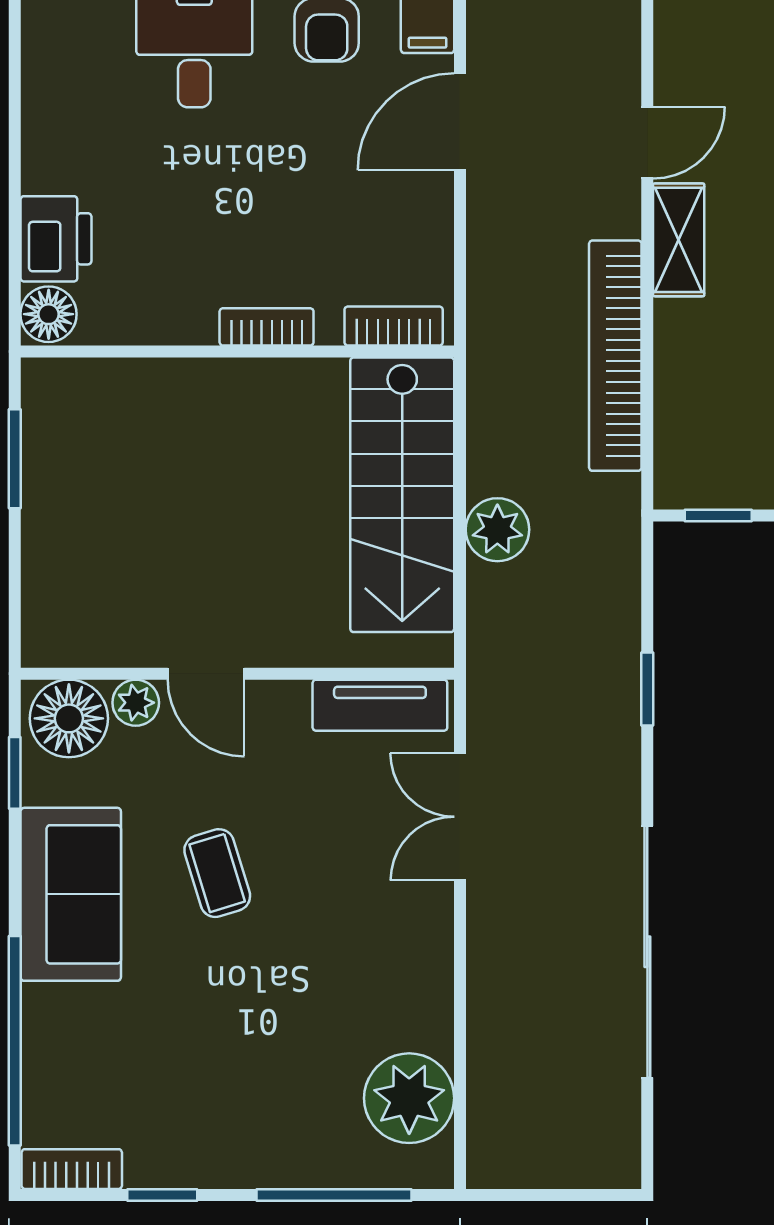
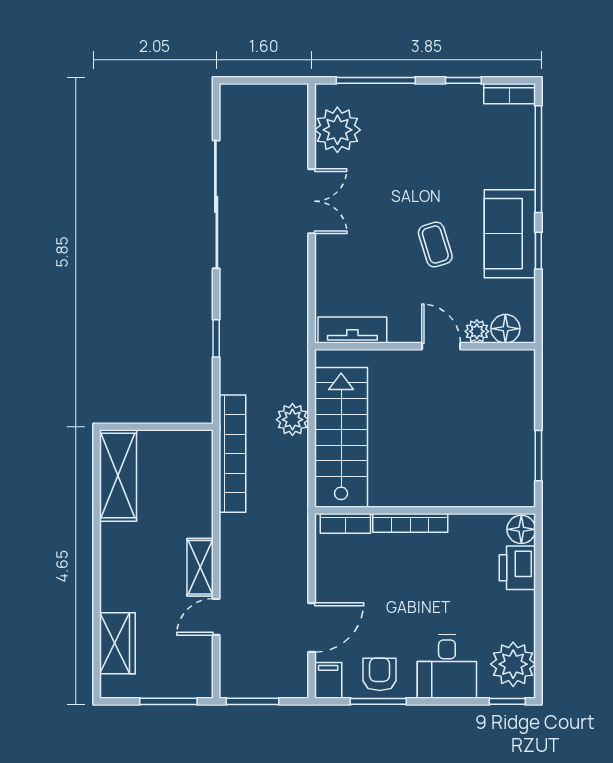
plant: (65, 50) -> (513, 664), added
bookcase: (267, 327) -> (410, 523), width x1.56
bookcase: (615, 356) -> (232, 454), moved
window: (718, 516) -> (180, 427), removed
floor lamp: (69, 718) -> (505, 329), width x0.73, depth x0.73
window: (15, 773) -> (538, 251), moved
double door: (460, 817) -> (312, 201), moved

